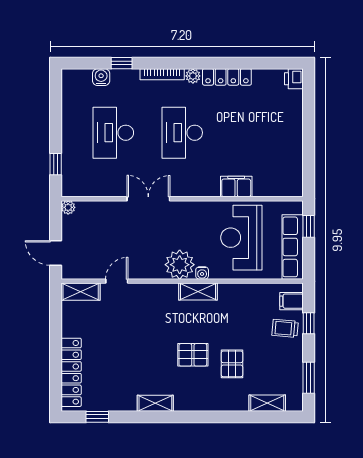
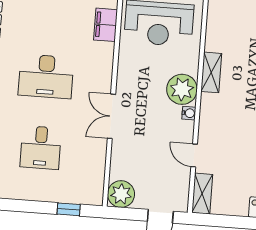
desk: (113, 133) -> (41, 148), width x0.73
plant: (68, 207) -> (121, 194), width x1.87, depth x1.87
water cooler: (202, 273) -> (189, 113), moved

